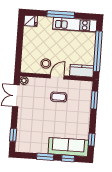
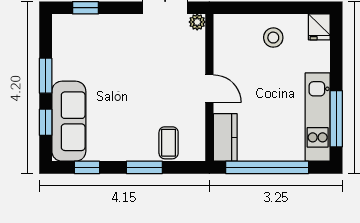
window: (61, 15) -> (336, 119), moved
stool: (46, 64) -> (273, 38), moved
coffee table: (59, 97) -> (169, 143), moved
window: (94, 100) -> (144, 167), moved

